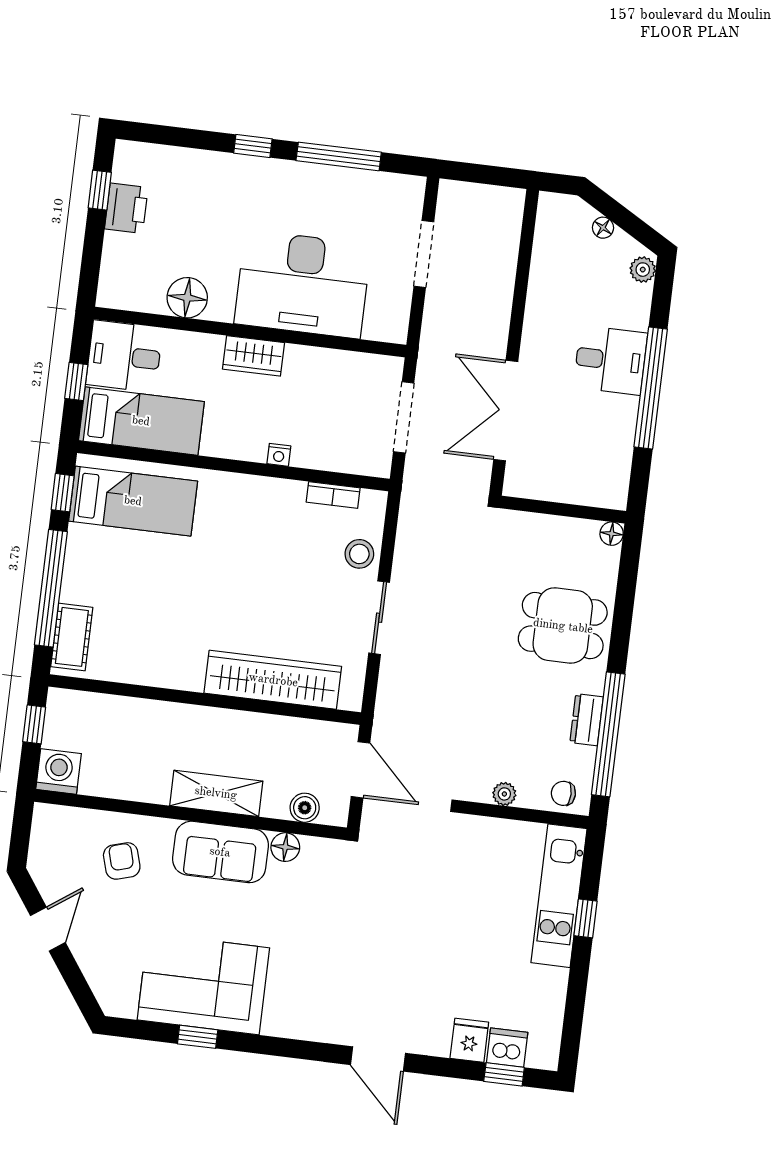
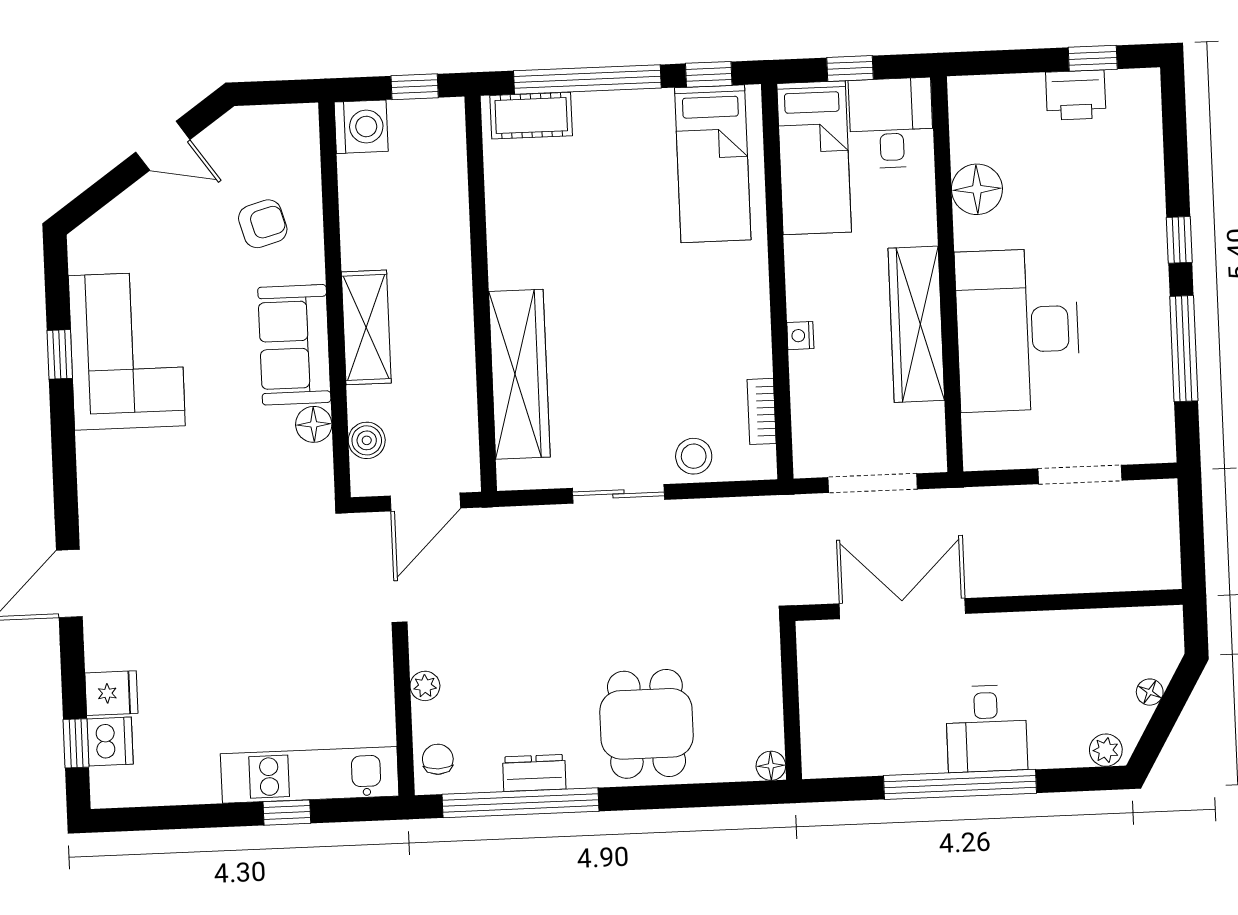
wardrobe: (253, 356) -> (916, 324), width x2.10, depth x1.17

